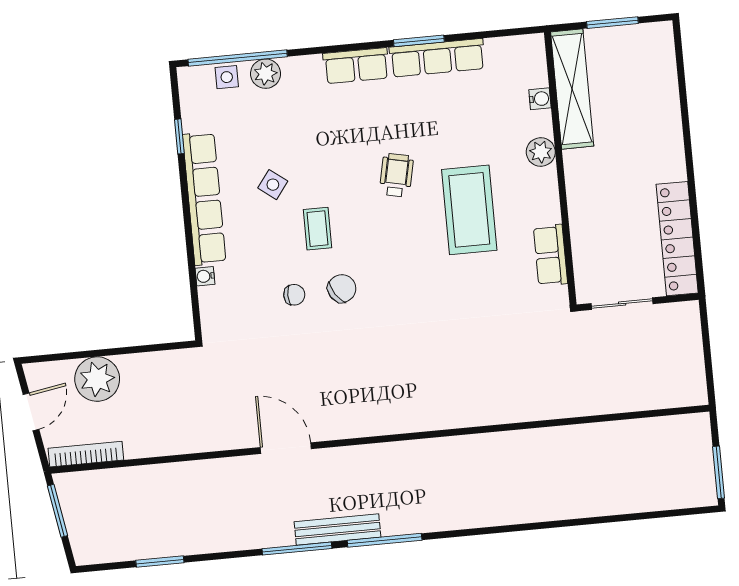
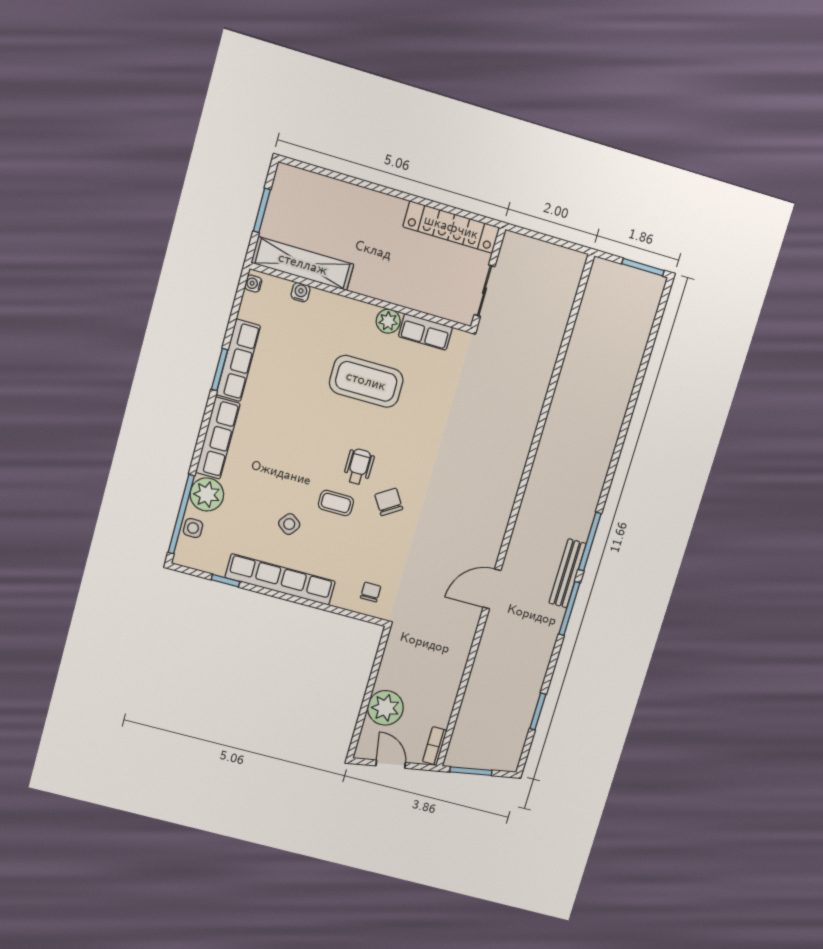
row of seats: (356, 66) -> (218, 438), width x1.48
plant: (266, 74) -> (207, 494), width x1.36, depth x1.36
plant: (541, 152) -> (388, 321), moved
wheelchair: (396, 175) -> (359, 467), moved, turned 78
water cooler: (205, 276) -> (253, 284), moved, turned 90
chair: (294, 295) -> (371, 592), moved
bookcase: (86, 454) -> (435, 746), width x0.64

